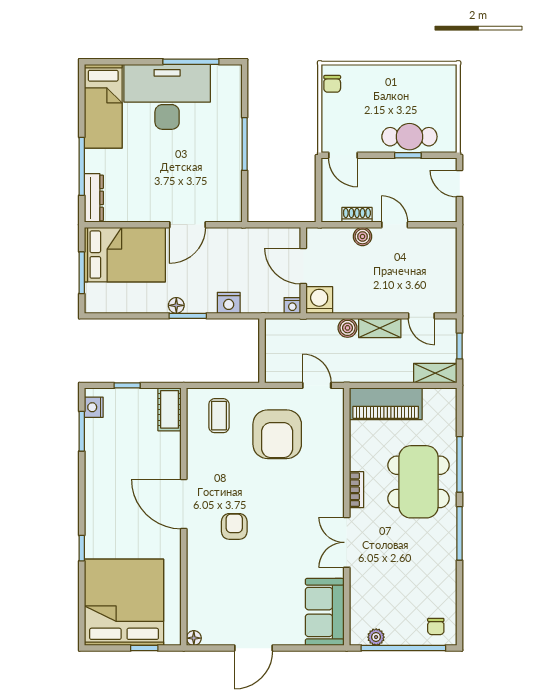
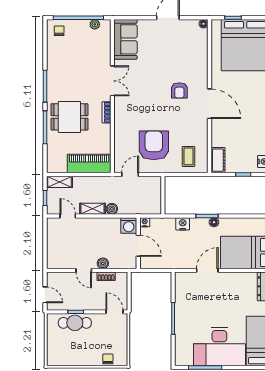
chair: (332, 84) -> (108, 359), moved
door: (317, 385) -> (130, 175), swing flipped
dining table: (418, 482) -> (69, 117), width x0.73

